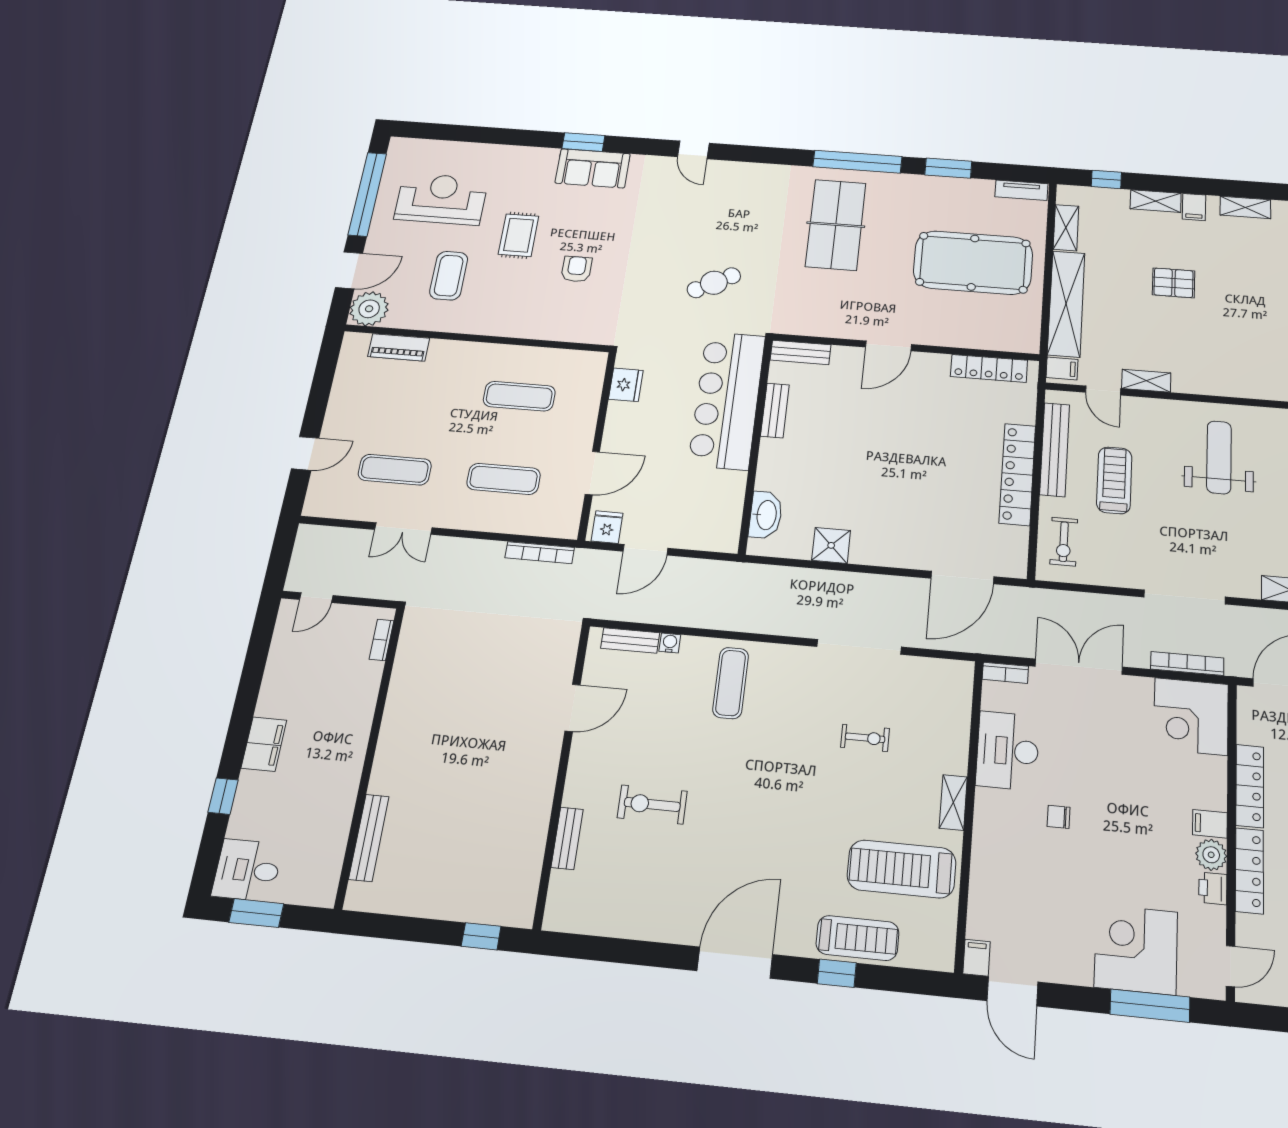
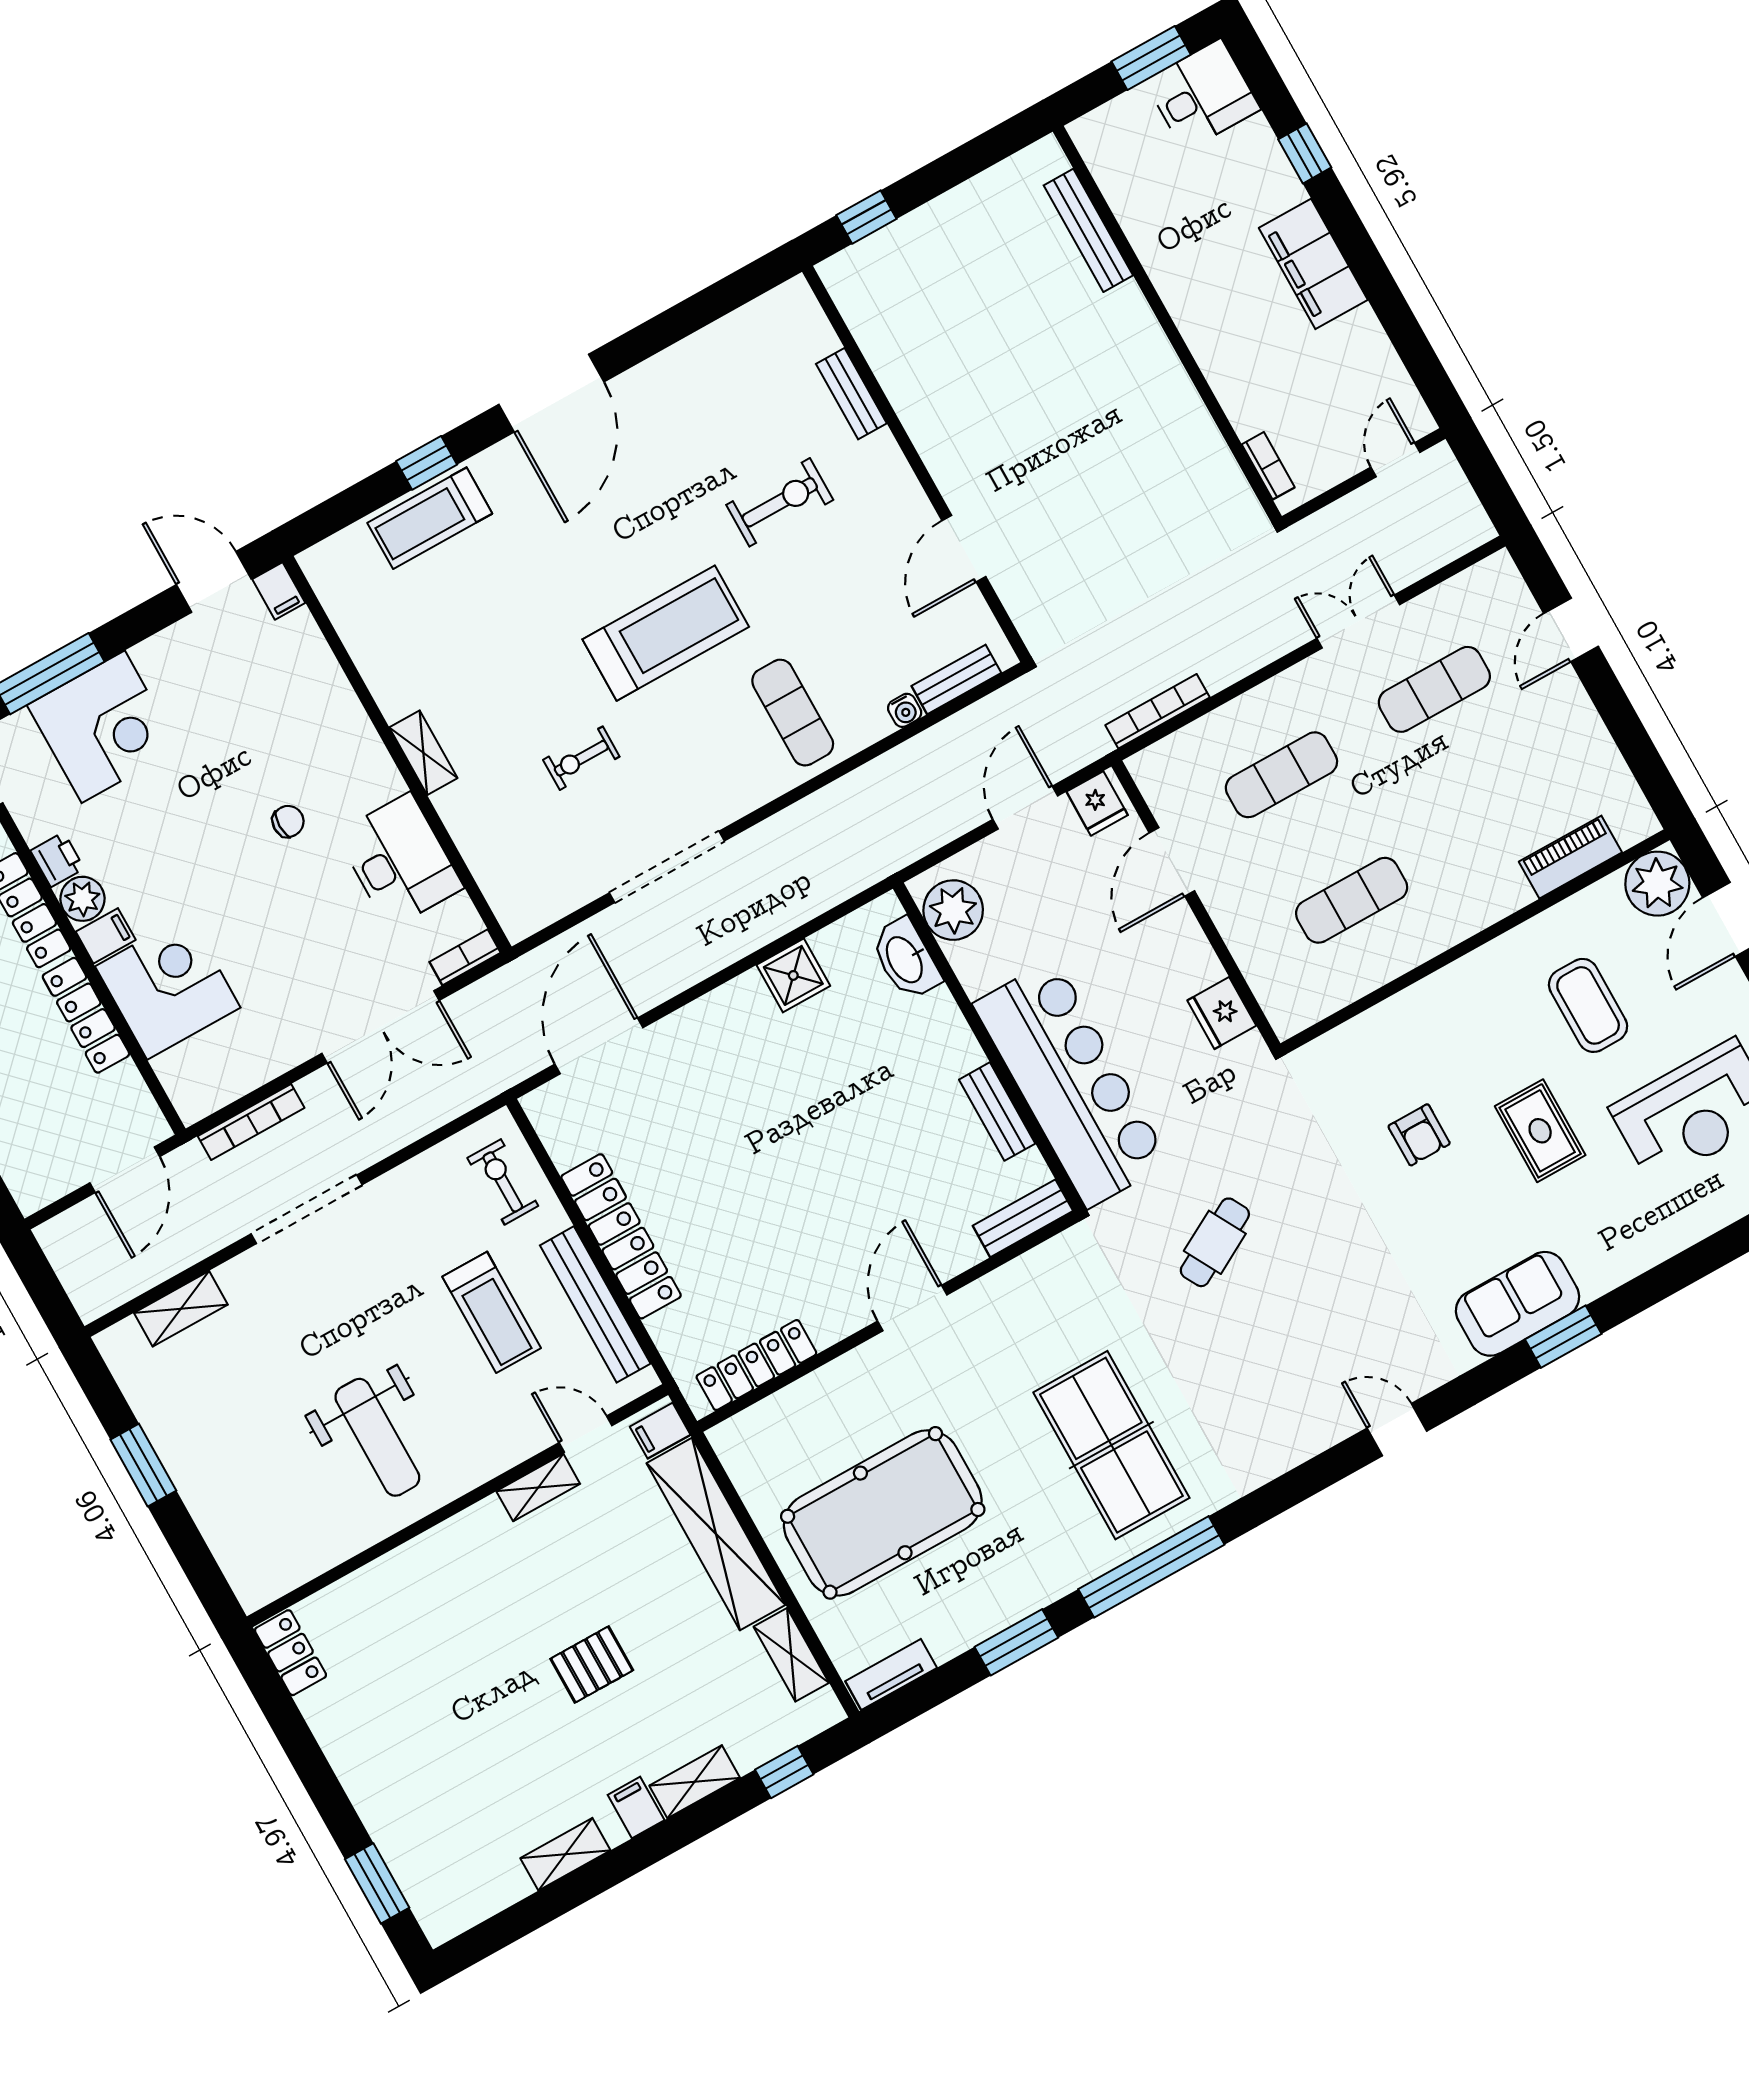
plant: (722, 523) -> (953, 910), added
corner desk: (1191, 716) -> (168, 987), moved
filing cabinet: (264, 744) -> (1313, 264), width x1.50, depth x1.17
treadmill: (901, 869) -> (666, 633), moved

